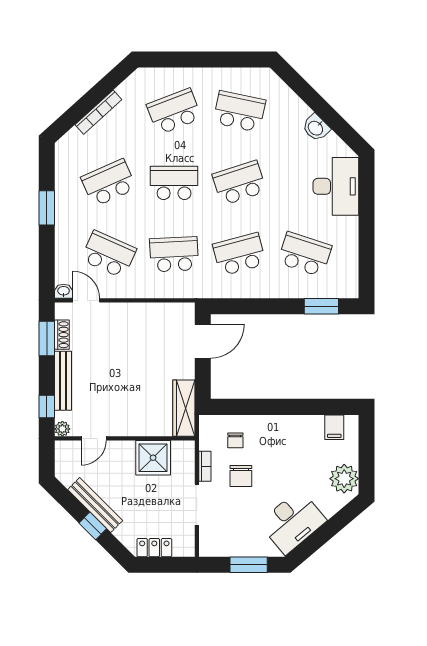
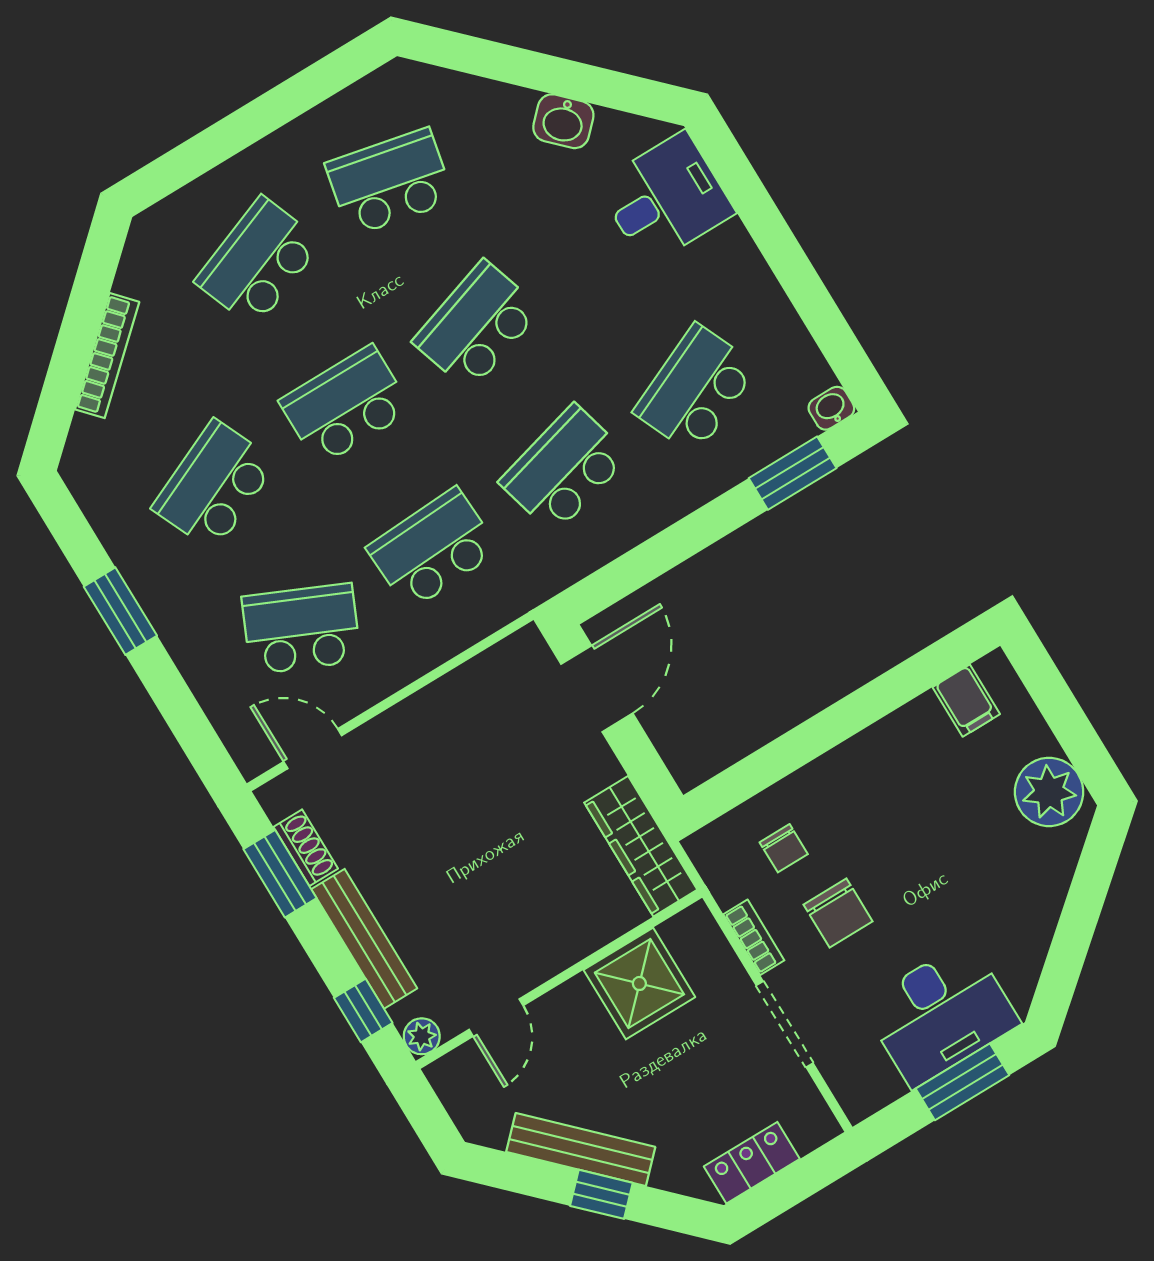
desk: (336, 186) -> (666, 199), width x0.73
school desk: (305, 254) -> (696, 389), turned -42
washbasin: (64, 291) -> (831, 408), moved
desk: (293, 522) -> (941, 1014), moved, turned 40

